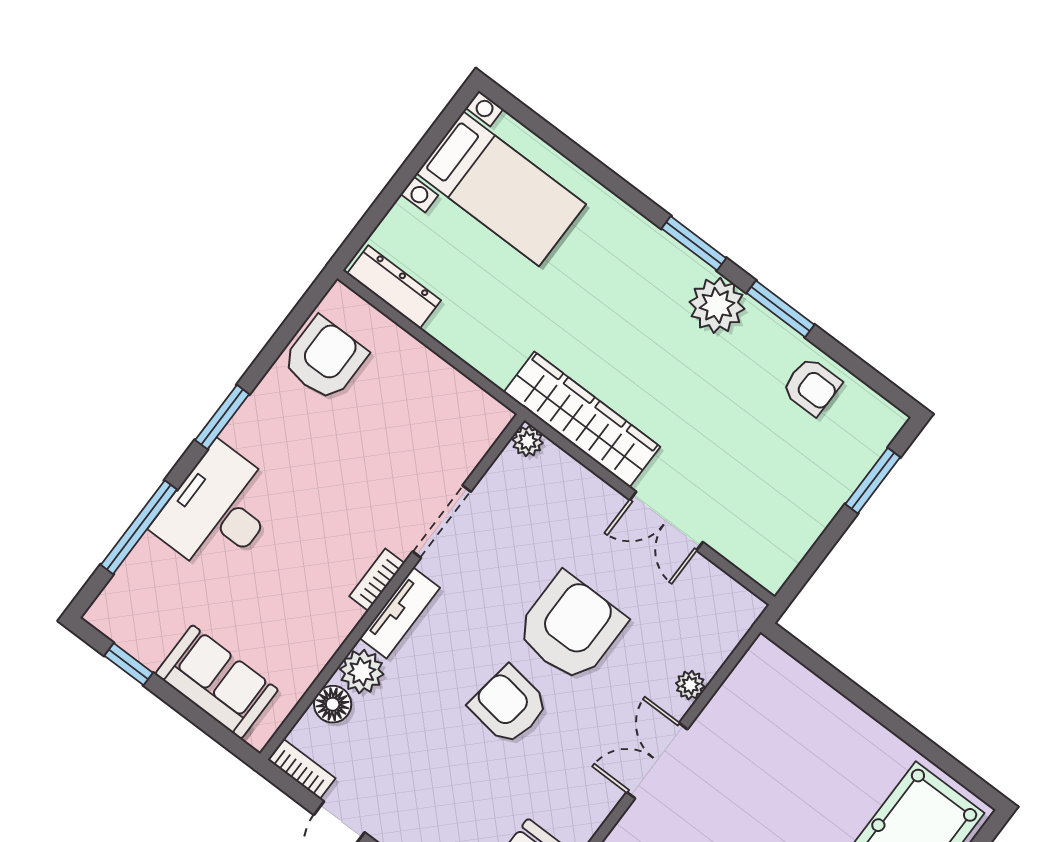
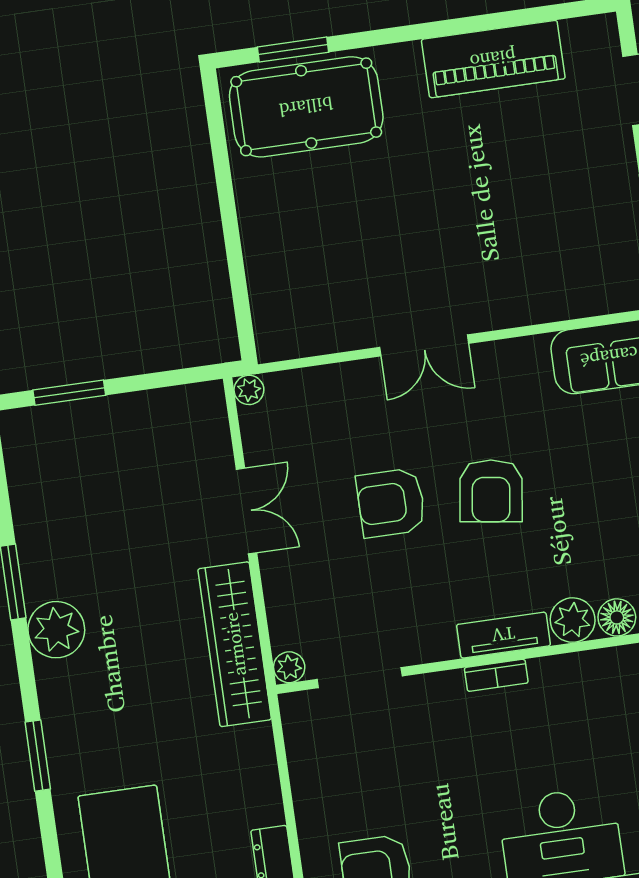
window: (694, 243) -> (38, 756), moved
armchair: (812, 386) -> (46, 504), removed
doorway: (442, 522) -> (360, 678), moved
armchair: (571, 627) -> (391, 503), width x0.73, depth x0.73
plant: (690, 685) -> (249, 390), moved

